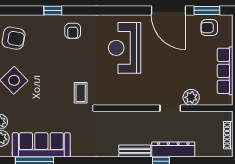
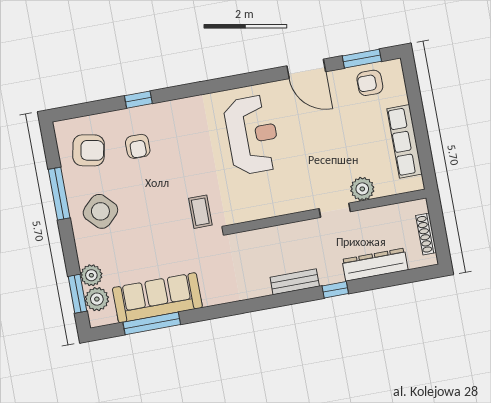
door: (168, 10) -> (306, 69), width x0.73
armchair: (73, 31) -> (138, 146), moved
reception desk: (125, 48) -> (252, 135), turned 180
dresser: (173, 149) -> (375, 265), moved

